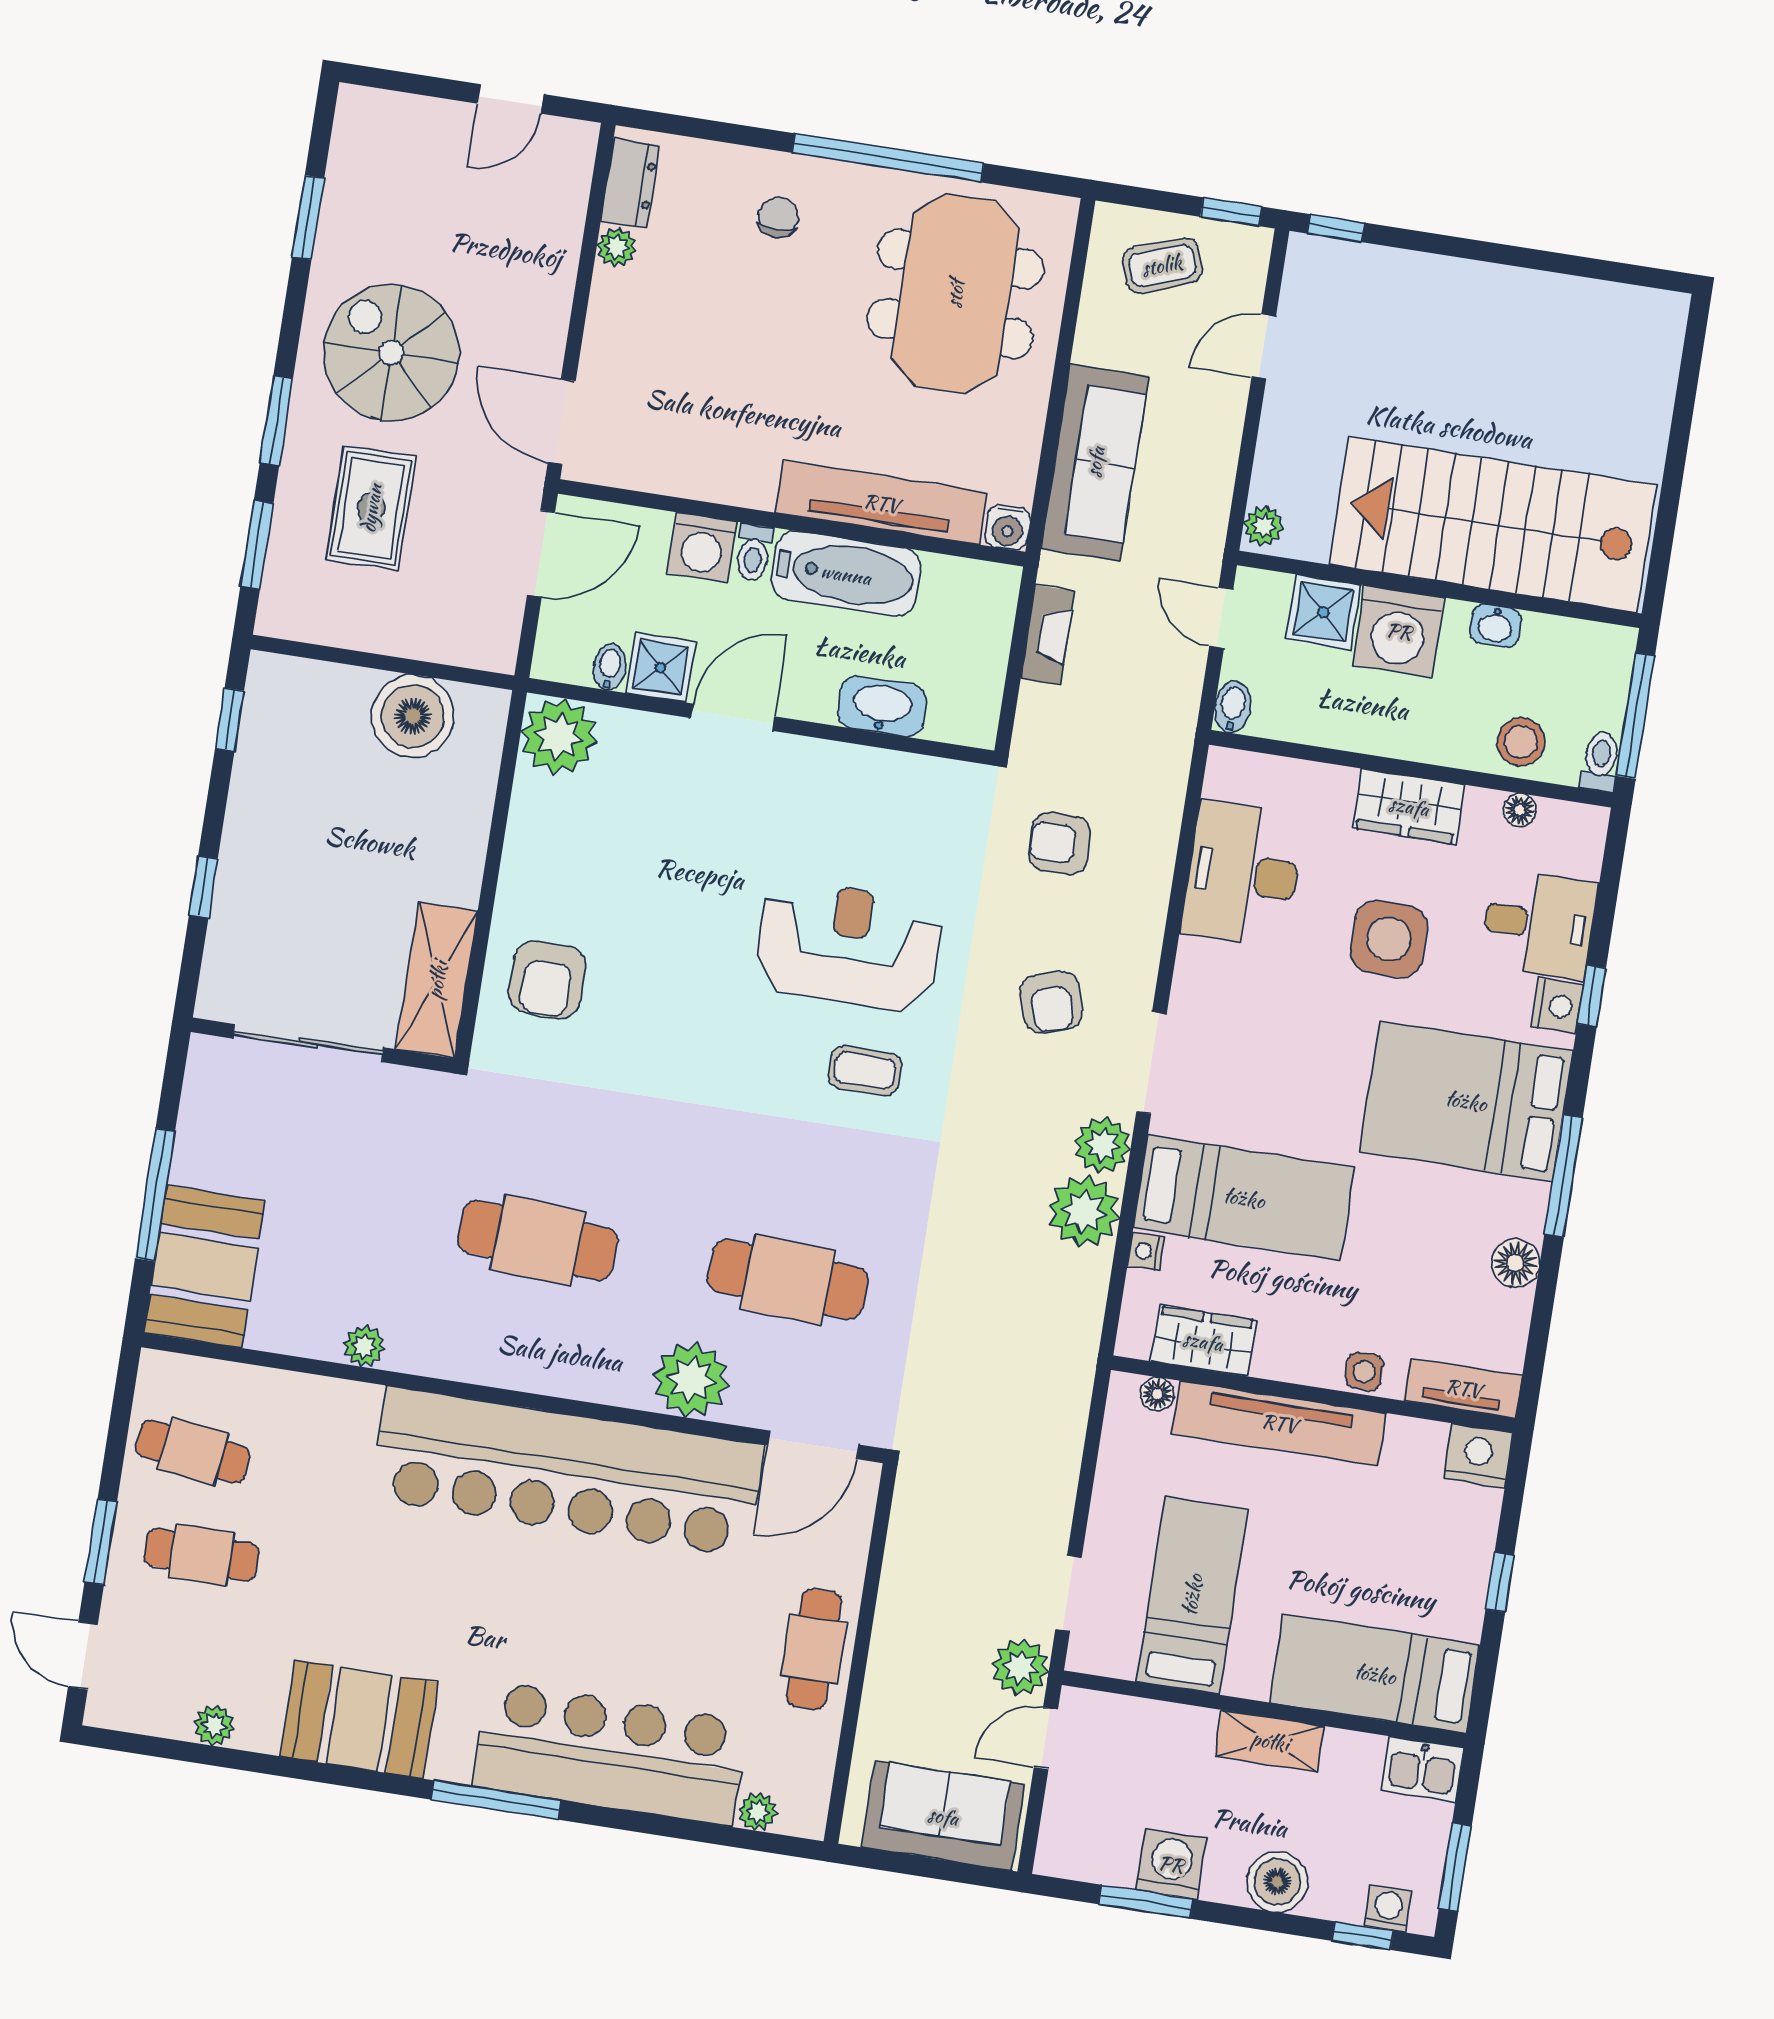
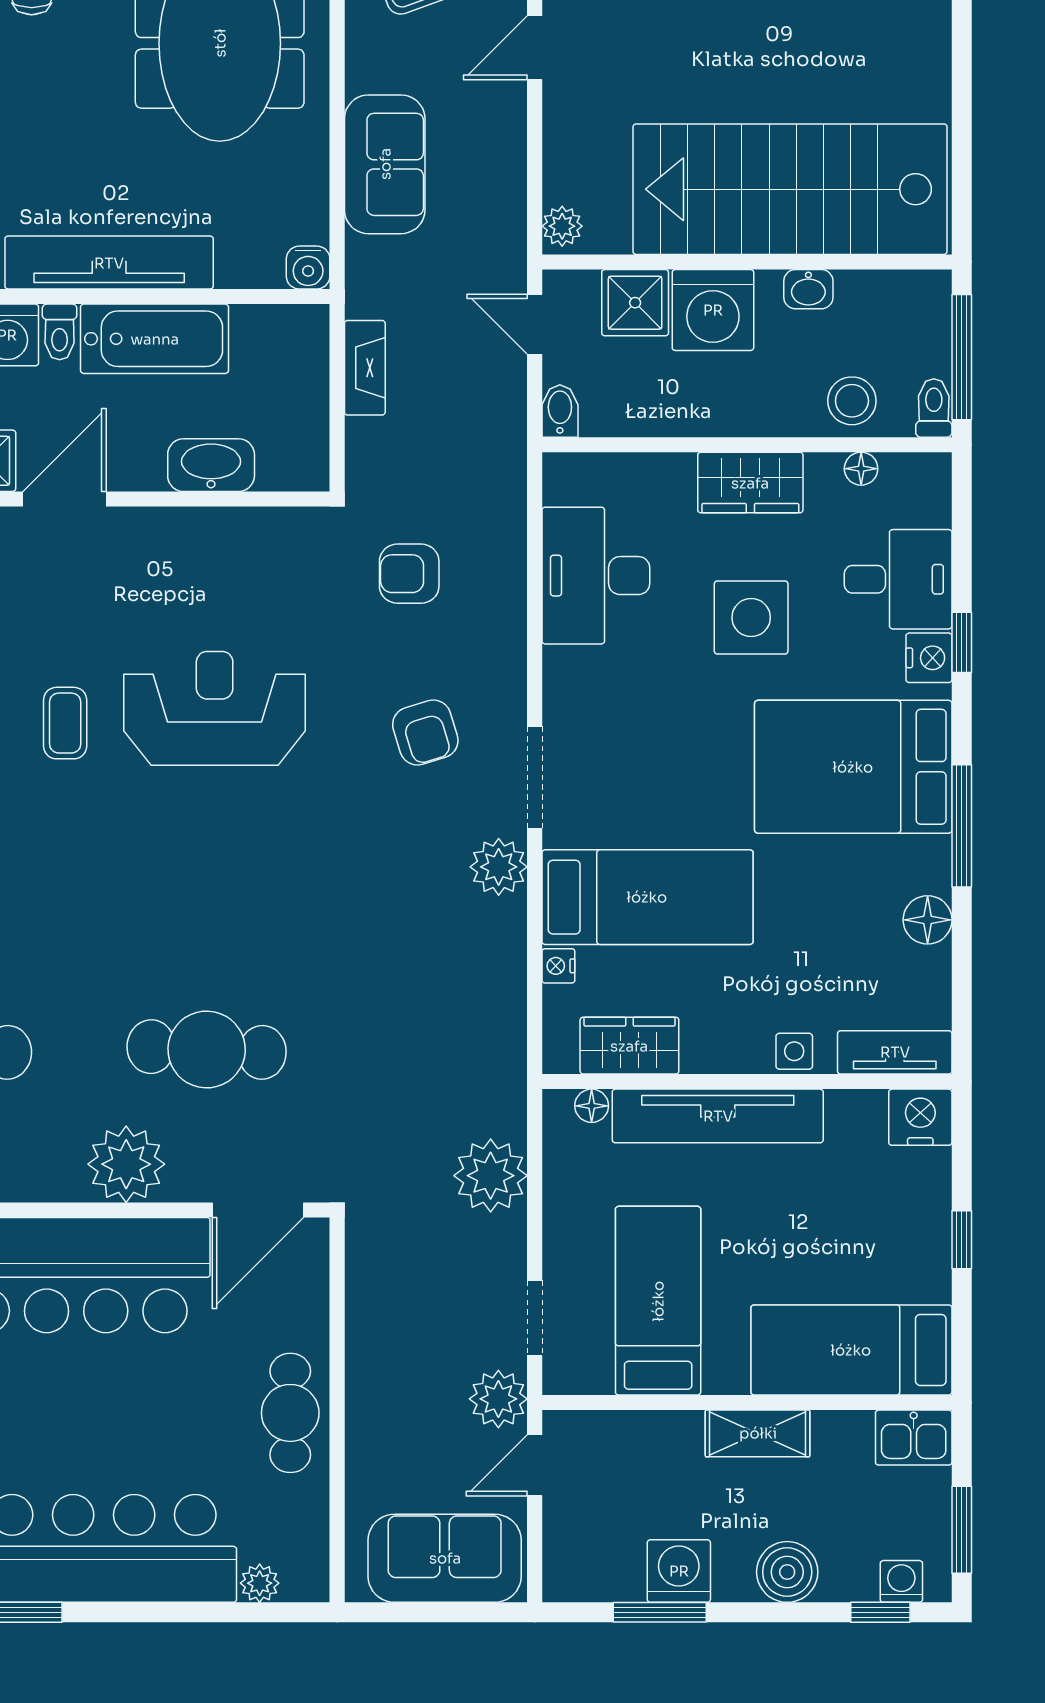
sofa: (1095, 462) -> (385, 164), width x0.73
tv unit: (881, 503) -> (109, 263), moved
coffee table: (865, 1071) -> (65, 723), moved, turned 90
plant: (1084, 1212) -> (491, 1176), moved

